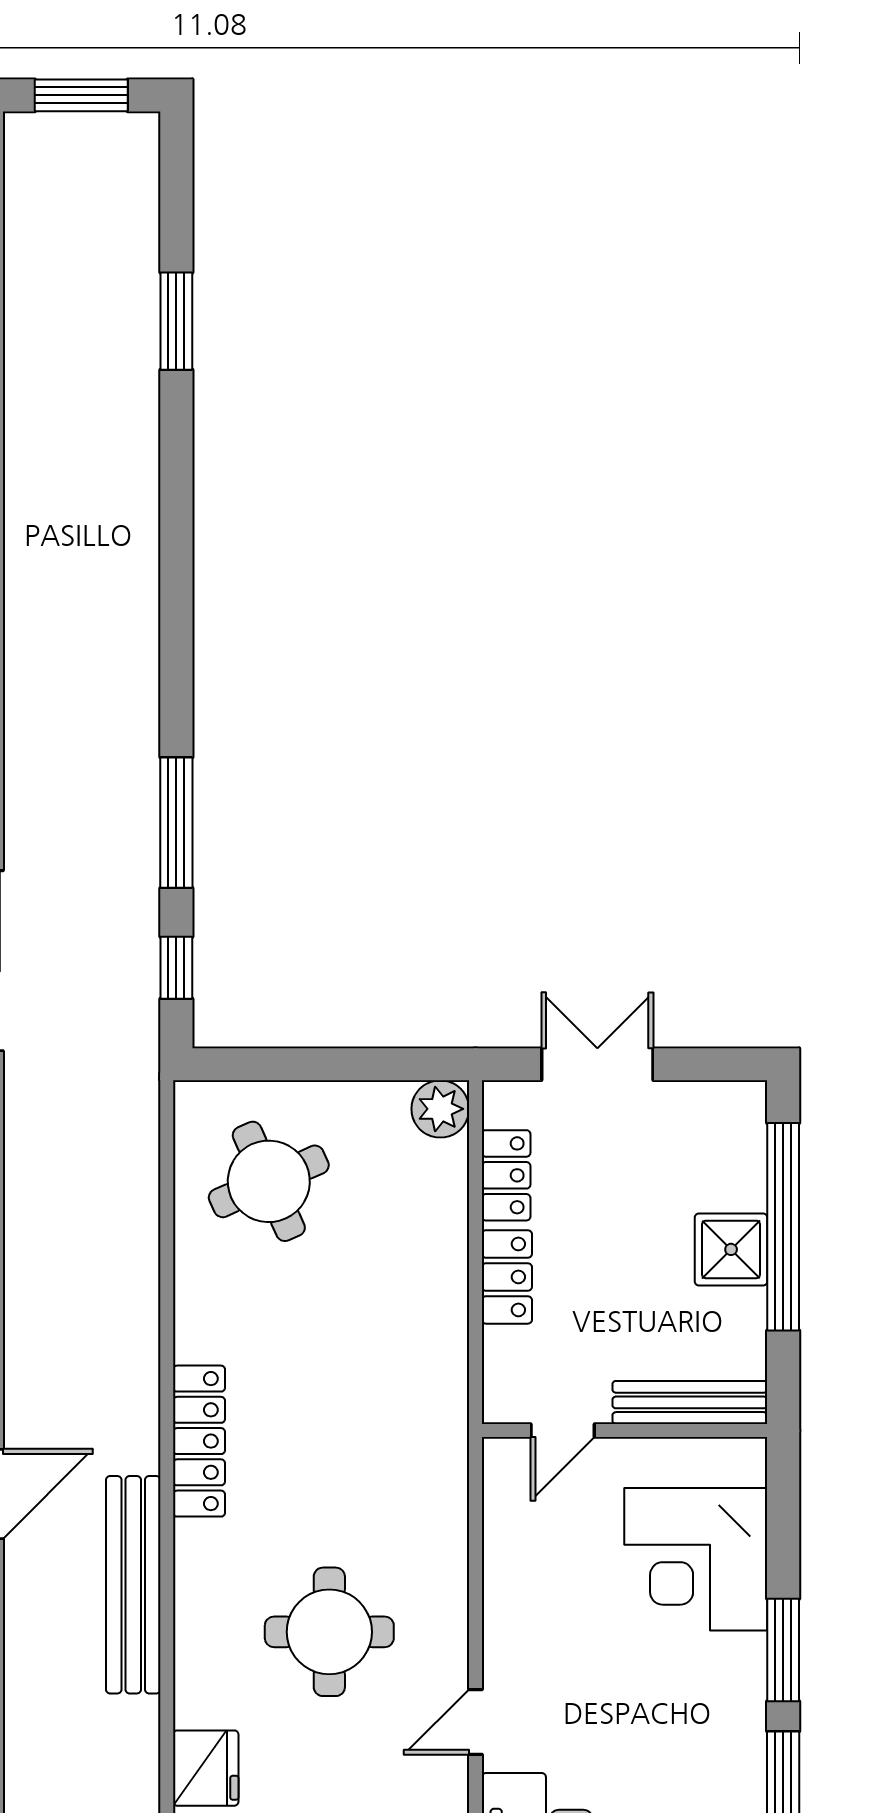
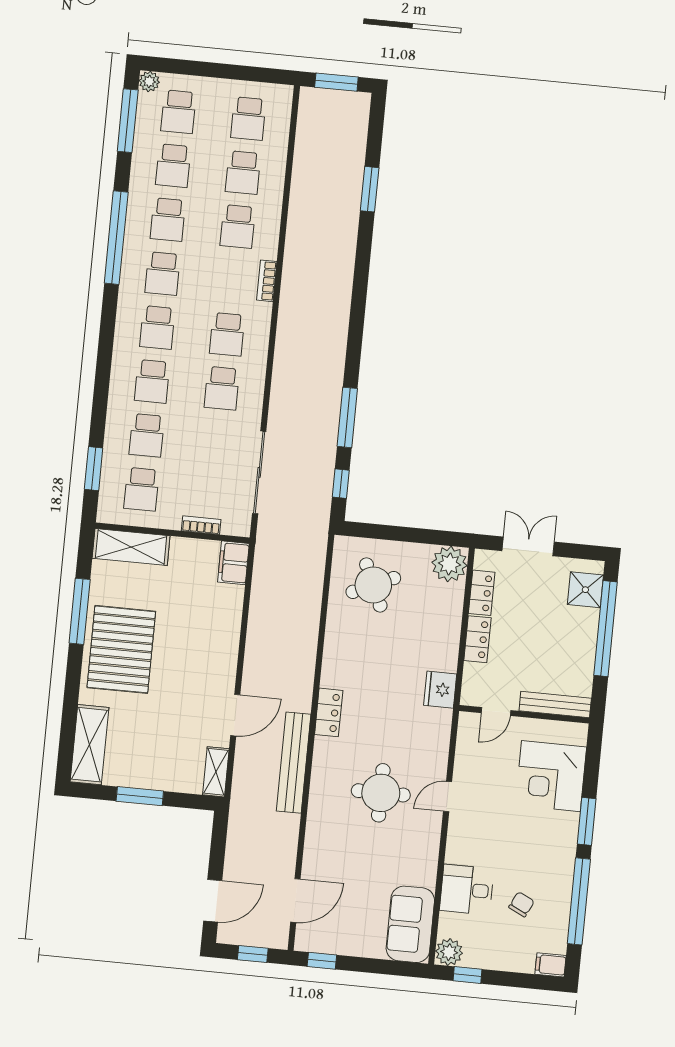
plant: (440, 1109) -> (449, 564), width x1.36, depth x1.36
shower: (731, 1249) -> (585, 590), moved
locker: (199, 1441) -> (329, 712), width x0.66
door: (475, 1722) -> (448, 797), moved
fridge: (206, 1768) -> (440, 690), moved, turned 180

